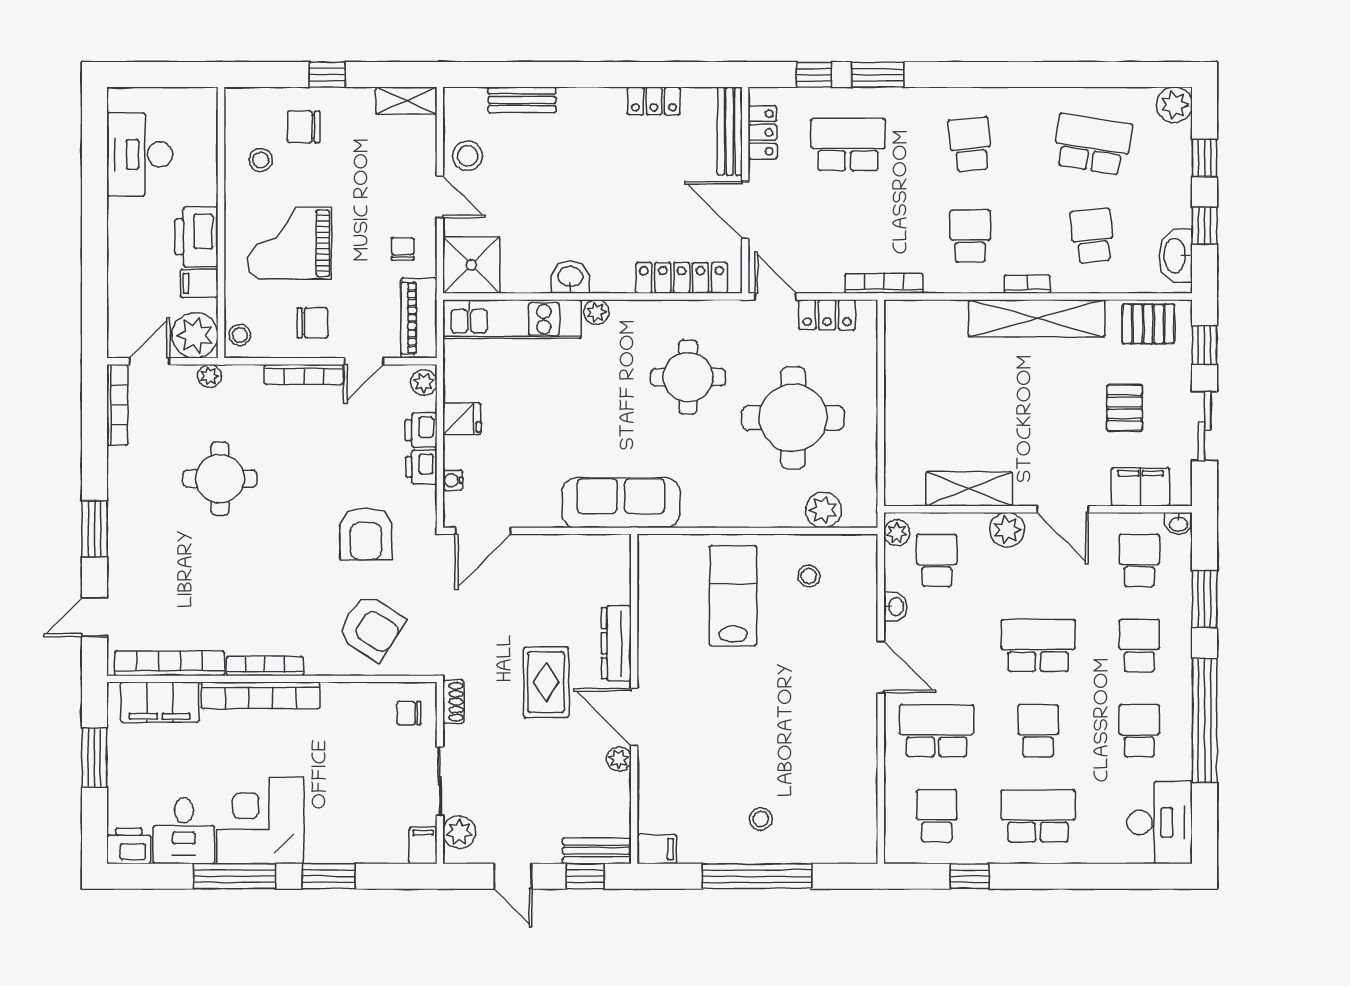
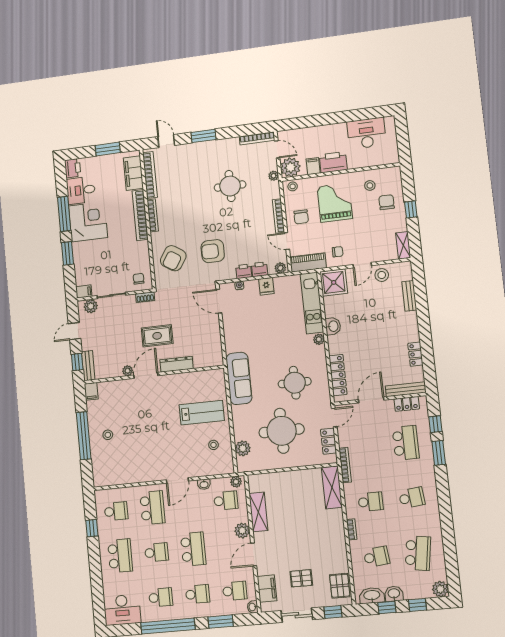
washbasin: (1176, 207) -> (394, 594), added
shelving: (1037, 318) -> (332, 487), moved, width x0.68
sofa: (621, 503) -> (239, 378), moved

